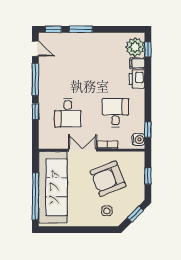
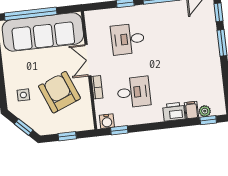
plant: (135, 47) -> (205, 111), width x0.53, depth x0.53
double door: (82, 150) -> (88, 60), swing flipped

